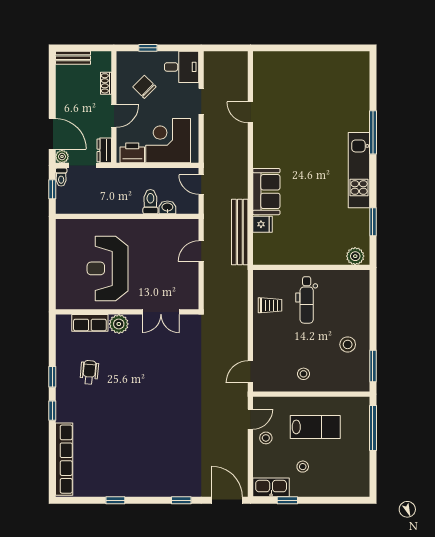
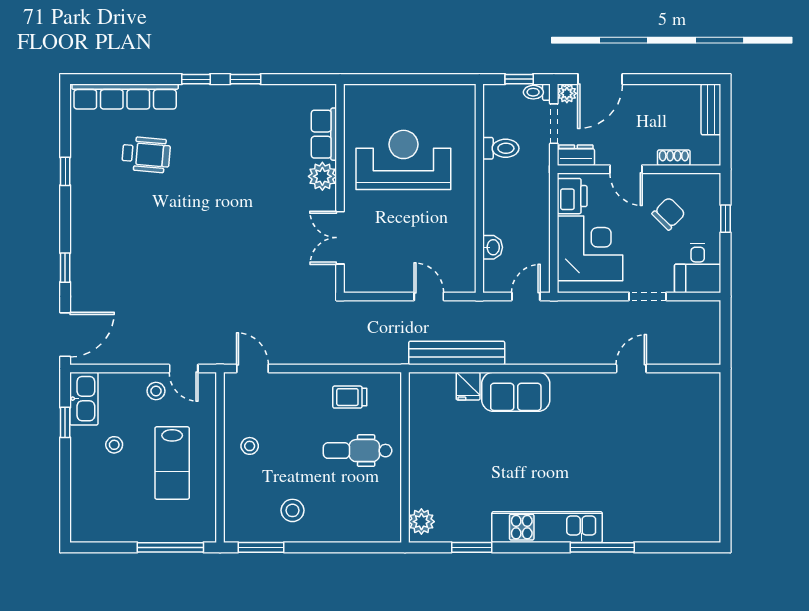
toilet: (150, 202) -> (501, 148), moved
trolley: (270, 305) -> (350, 397), turned 90
wheelchair: (89, 372) -> (146, 155), moved, width x1.36, depth x1.37

